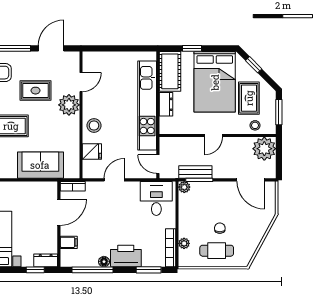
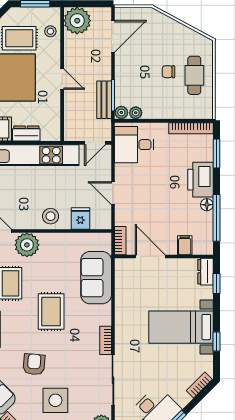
plant: (184, 243) -> (136, 113), moved

